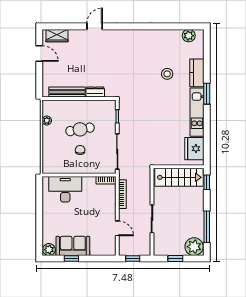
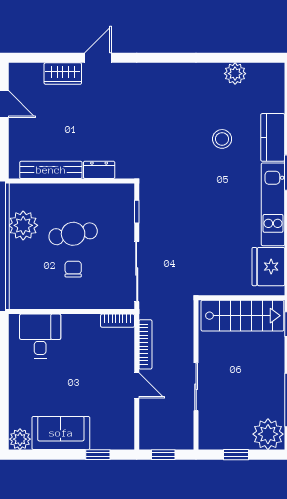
wardrobe: (57, 36) -> (63, 74), moved
plant: (189, 36) -> (235, 74), moved
plant: (47, 120) -> (23, 225), width x1.88, depth x1.88
desk: (65, 189) -> (40, 336), width x0.73
door: (117, 228) -> (137, 385), moved
window: (71, 259) -> (98, 455), moved

